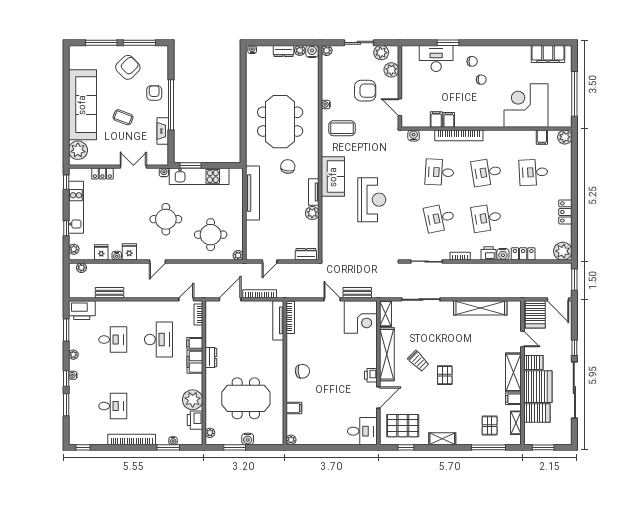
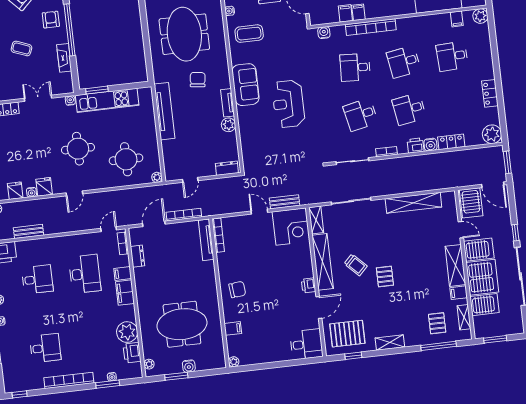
reception desk: (372, 200) -> (288, 104), turned 180
dresser: (211, 357) -> (137, 256), moved
server rack: (533, 363) -> (479, 250), width x1.36, depth x1.44

